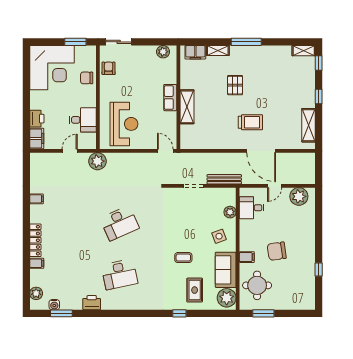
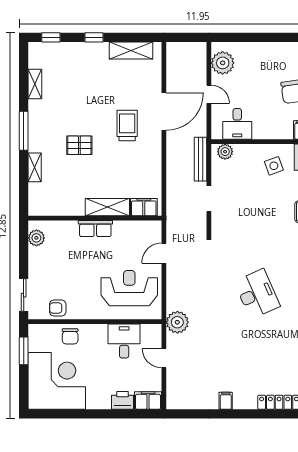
shelving: (304, 51) -> (35, 84), moved
filing cabinet: (195, 52) -> (144, 207), moved, turned -90
door: (165, 151) -> (164, 253), moved
plant: (230, 212) -> (225, 152), moved

